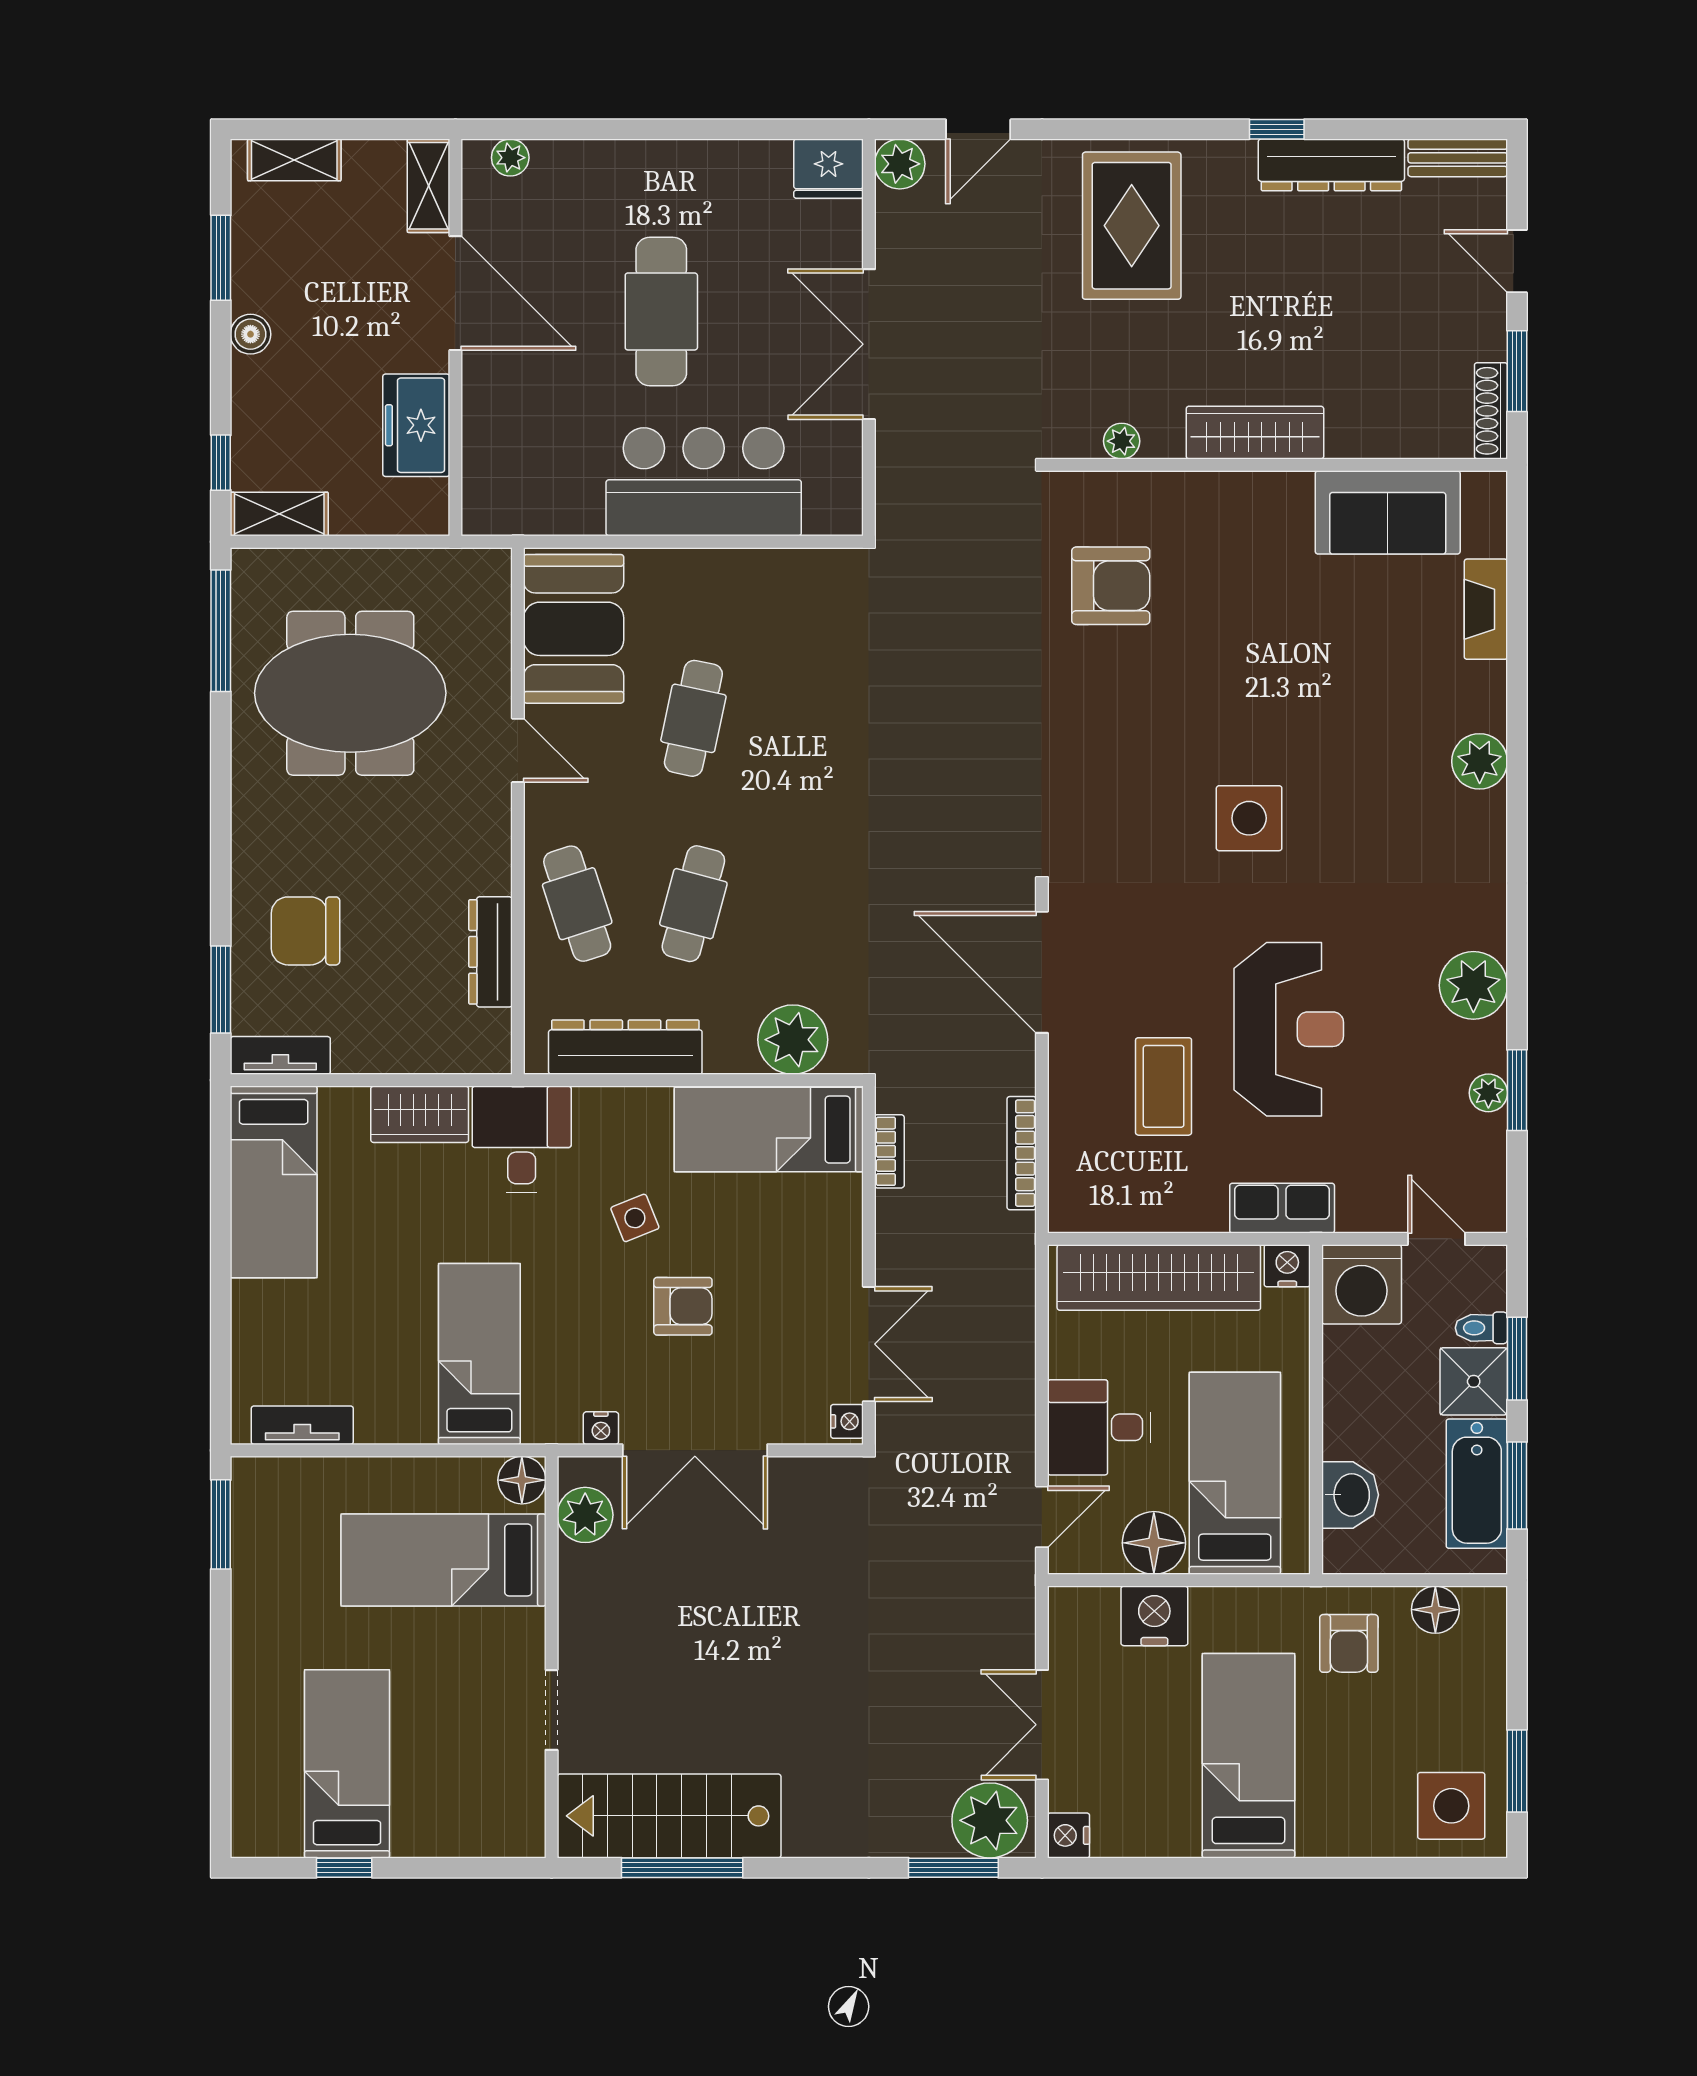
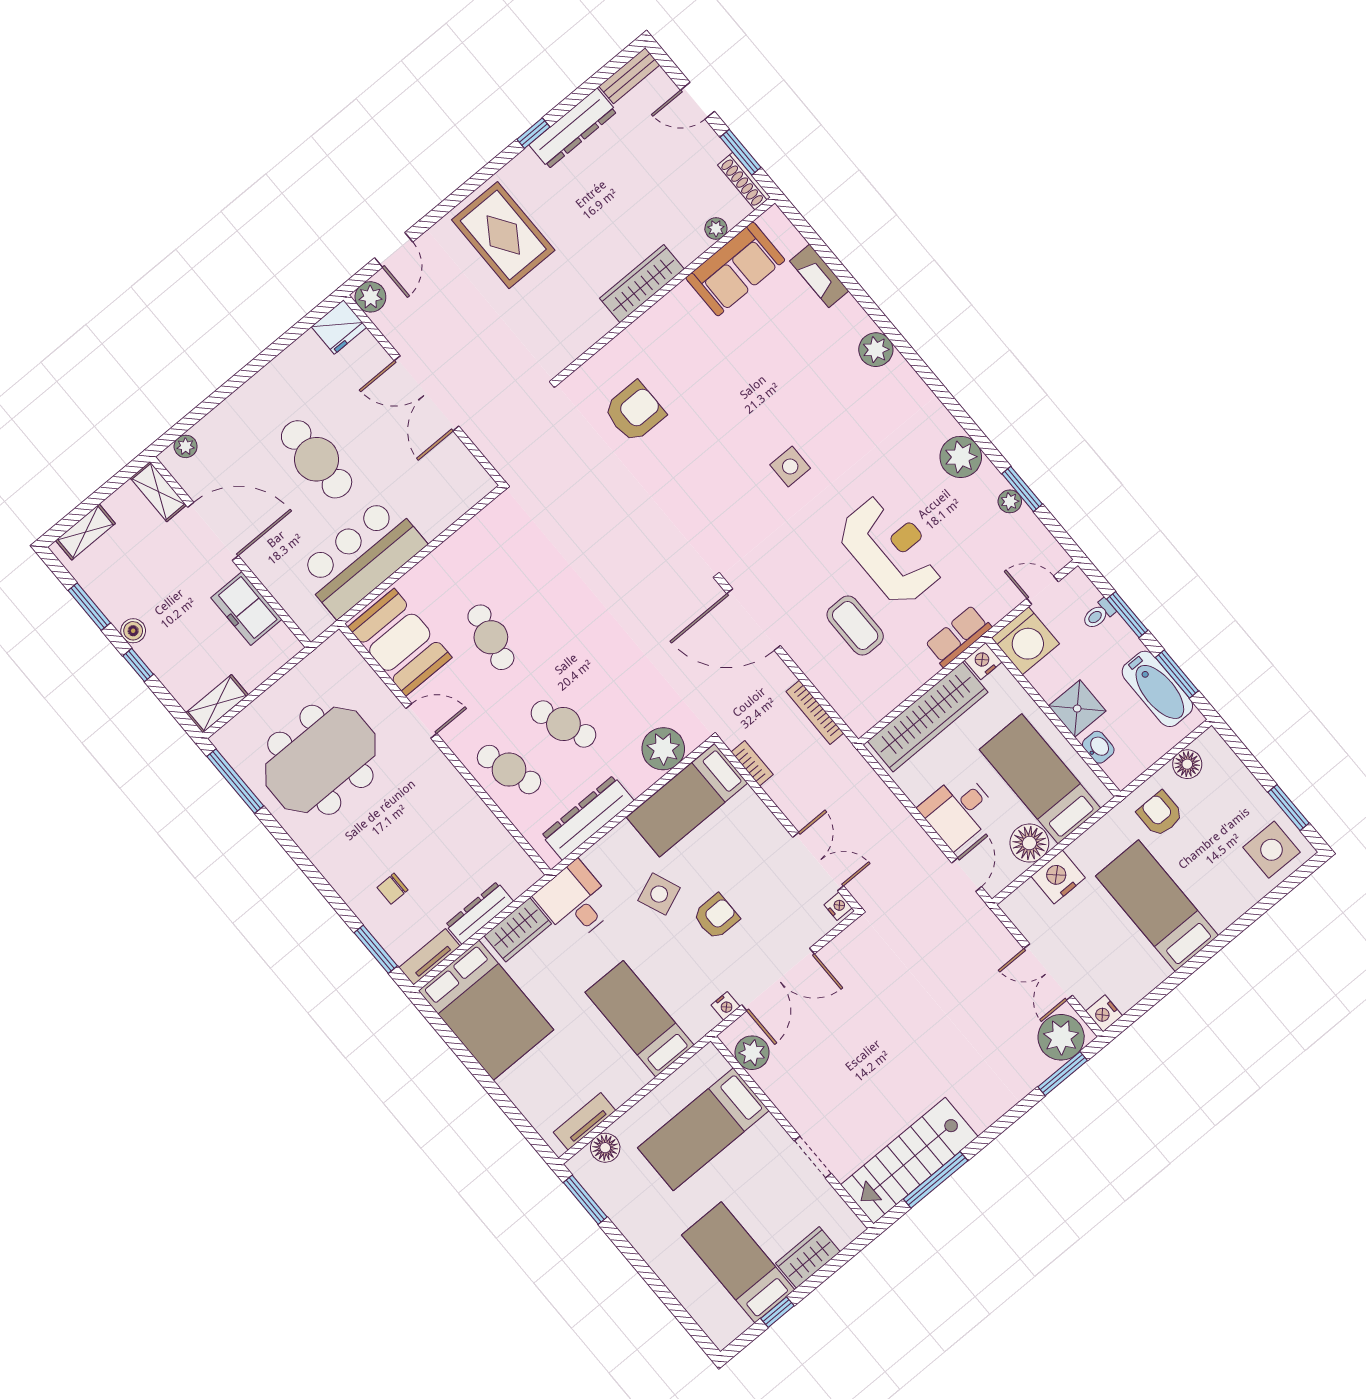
plant: (1122, 441) -> (716, 229), moved
window: (221, 463) -> (138, 665), moved
bar counter: (704, 482) -> (362, 557), moved
side table: (1249, 818) -> (790, 466), width x0.73, depth x0.73
cafe table: (693, 904) -> (563, 724), turned -36
chair: (305, 931) -> (392, 889), width x0.54, depth x0.54
dresser: (491, 952) -> (479, 913), moved, turned 90
bed: (274, 1182) -> (486, 1010), width x1.50
side table: (635, 1218) -> (659, 894), width x1.37, depth x1.37
shower: (1474, 1381) -> (1077, 708), moved
floor lamp: (522, 1480) -> (605, 1148), moved
washbasin: (1350, 1495) -> (1098, 747), width x0.72, depth x0.69
armchair: (1349, 1643) -> (1160, 814), turned 180
wardrobe: (440, 1831) -> (808, 1257), added

